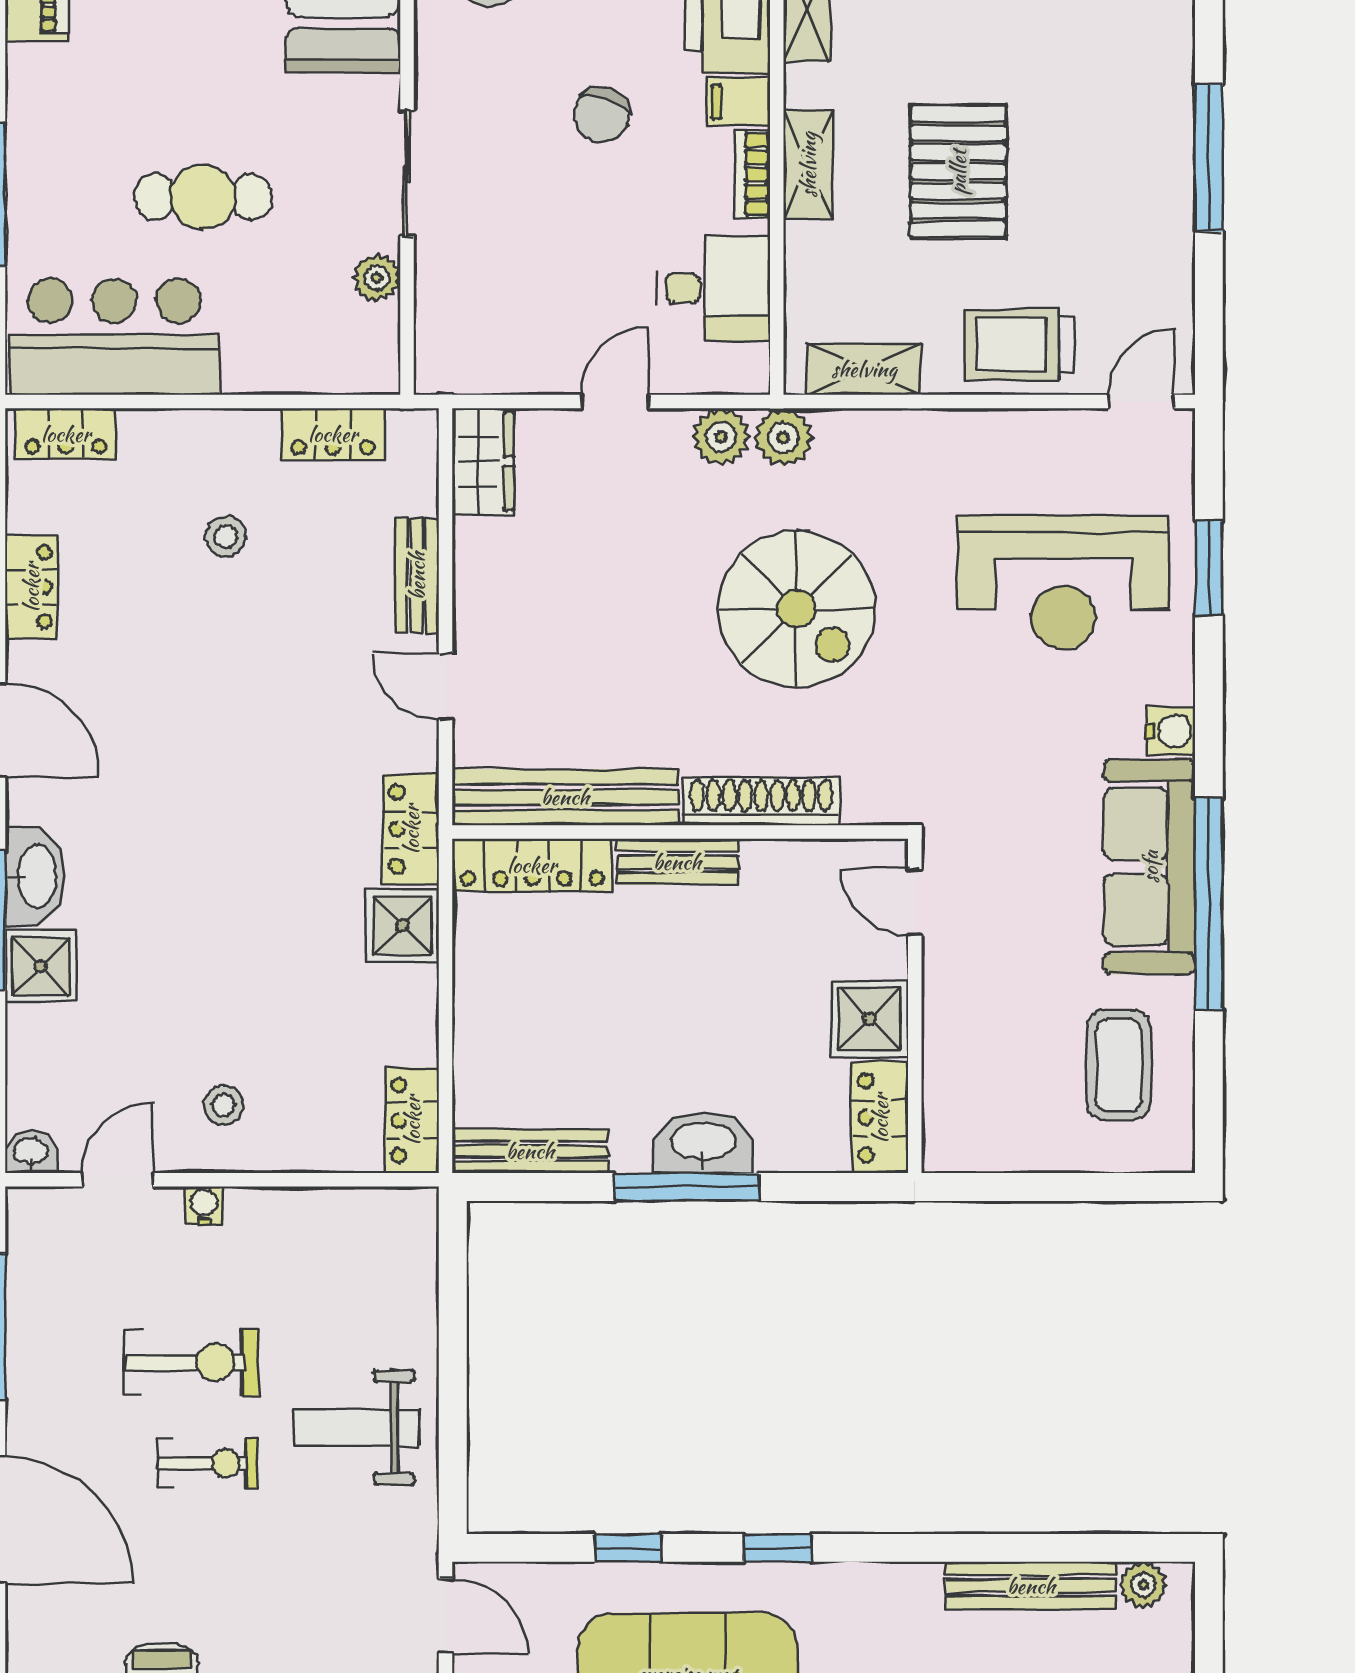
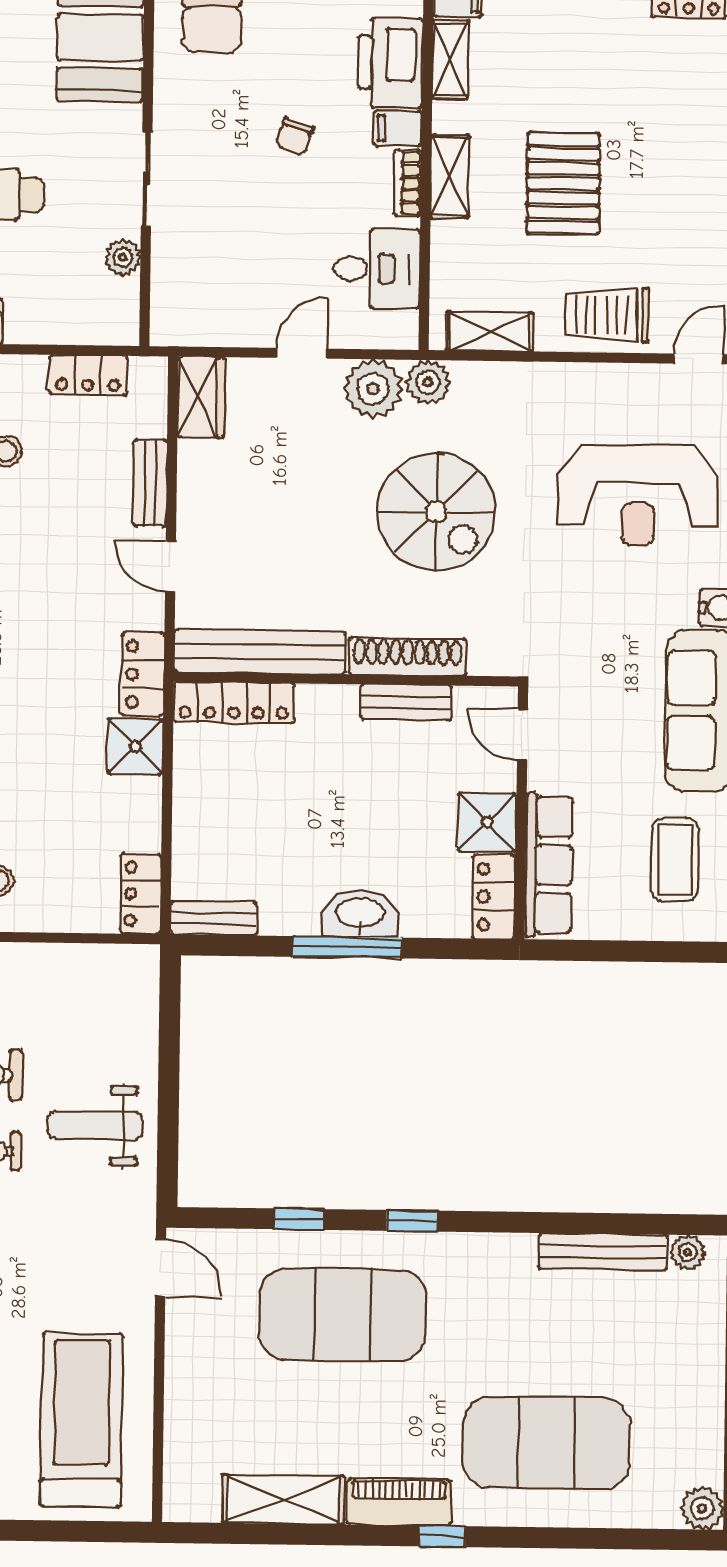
chair: (602, 115) -> (294, 137), width x0.73, depth x0.73
plant: (721, 437) -> (373, 389), width x1.36, depth x1.36
bench: (677, 862) -> (406, 702), moved
row of seats: (952, 1074) -> (549, 865), added
bench: (530, 1151) -> (214, 918), width x0.73

